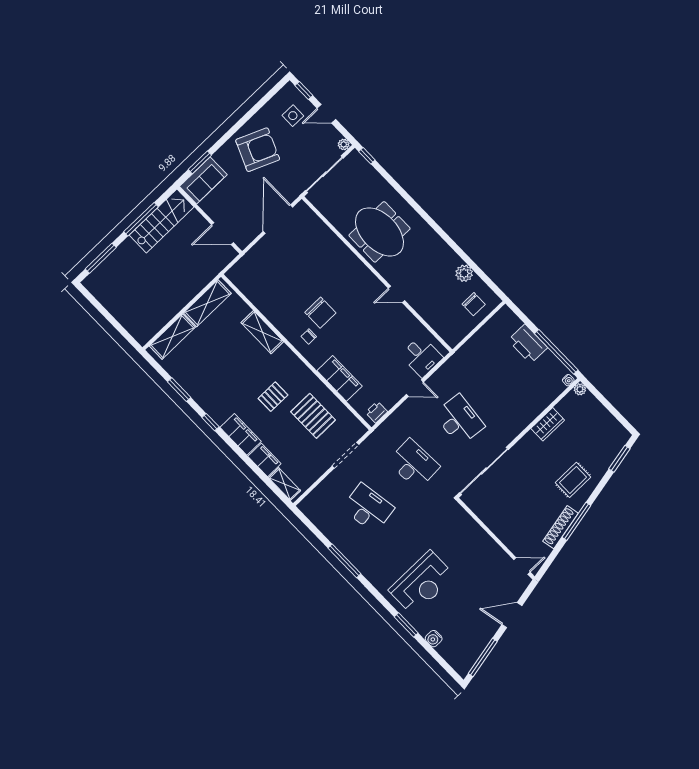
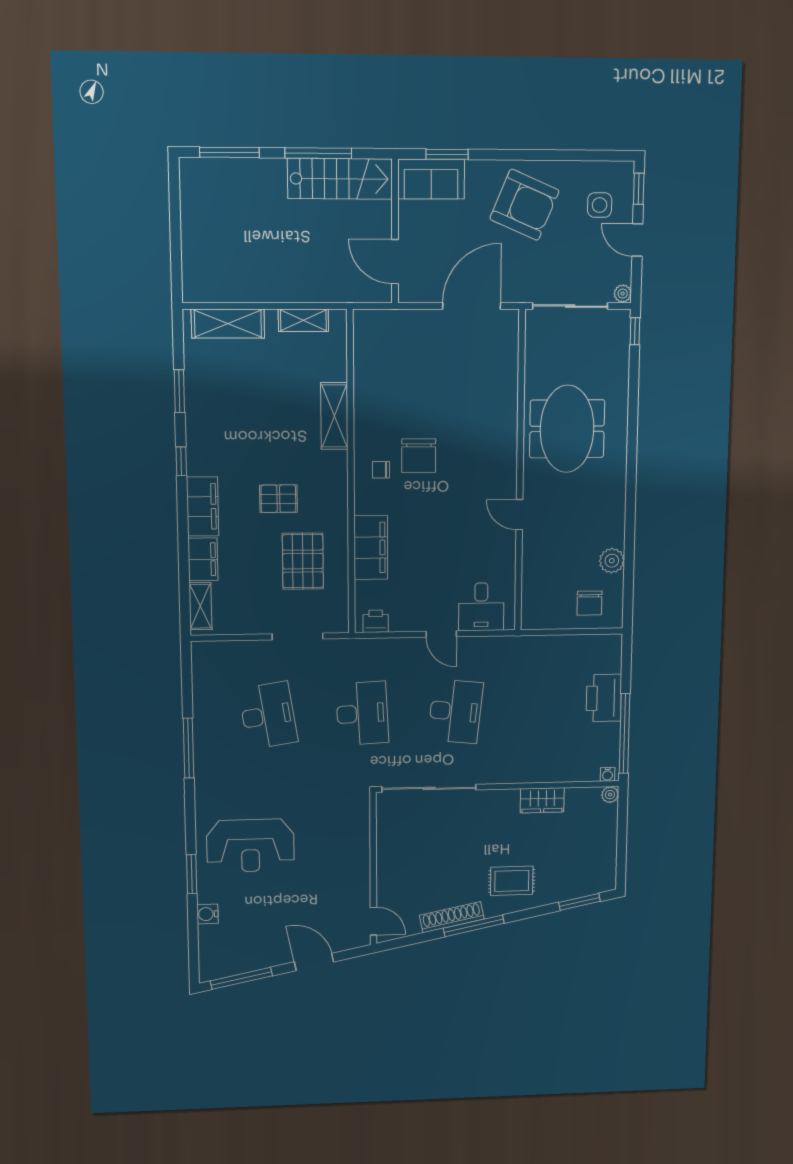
shelving: (207, 303) -> (303, 320), width x0.67, depth x0.75

